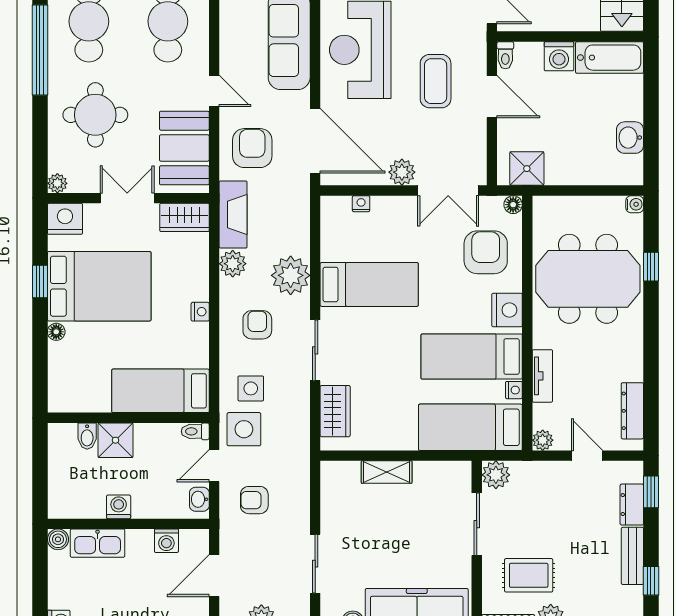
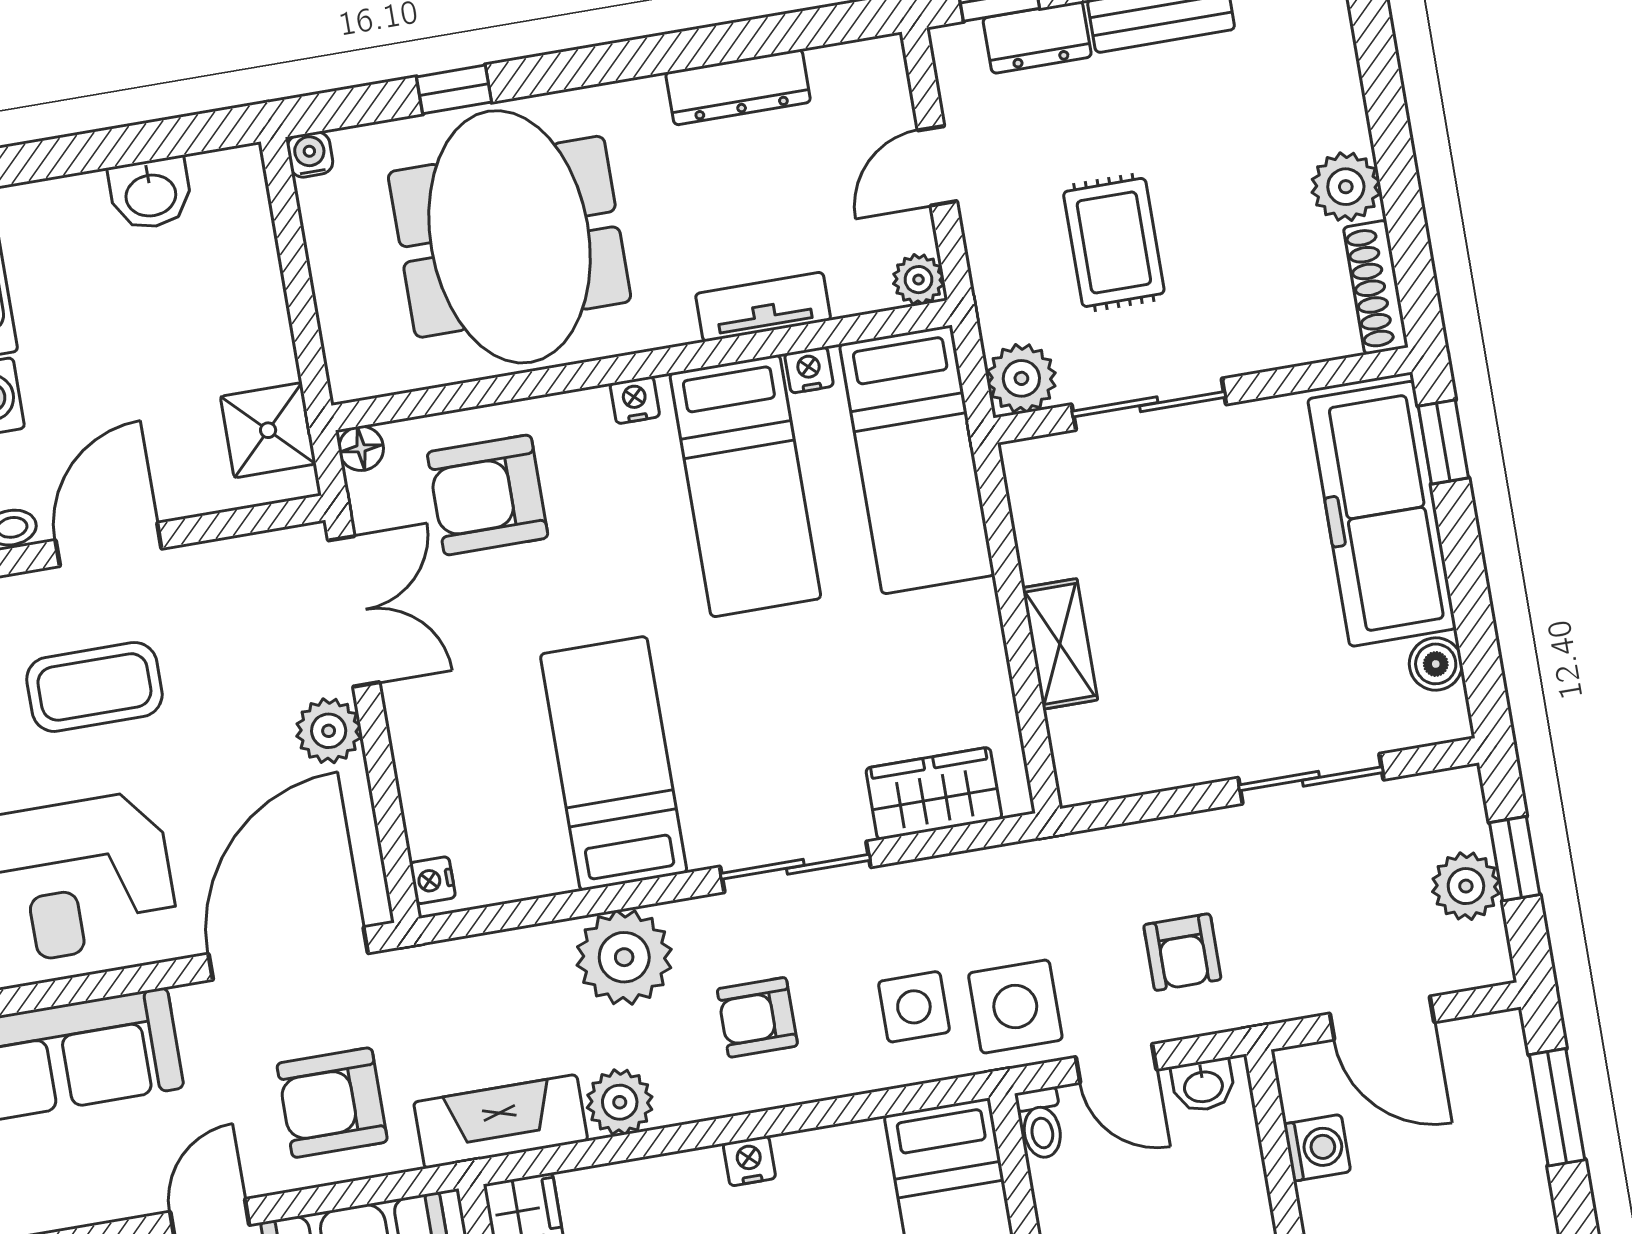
nightstand: (361, 204) -> (433, 880), moved
nightstand: (507, 310) -> (635, 400), width x0.53, depth x0.56
dresser: (632, 411) -> (738, 87), moved
rug: (529, 575) -> (1114, 242), moved

